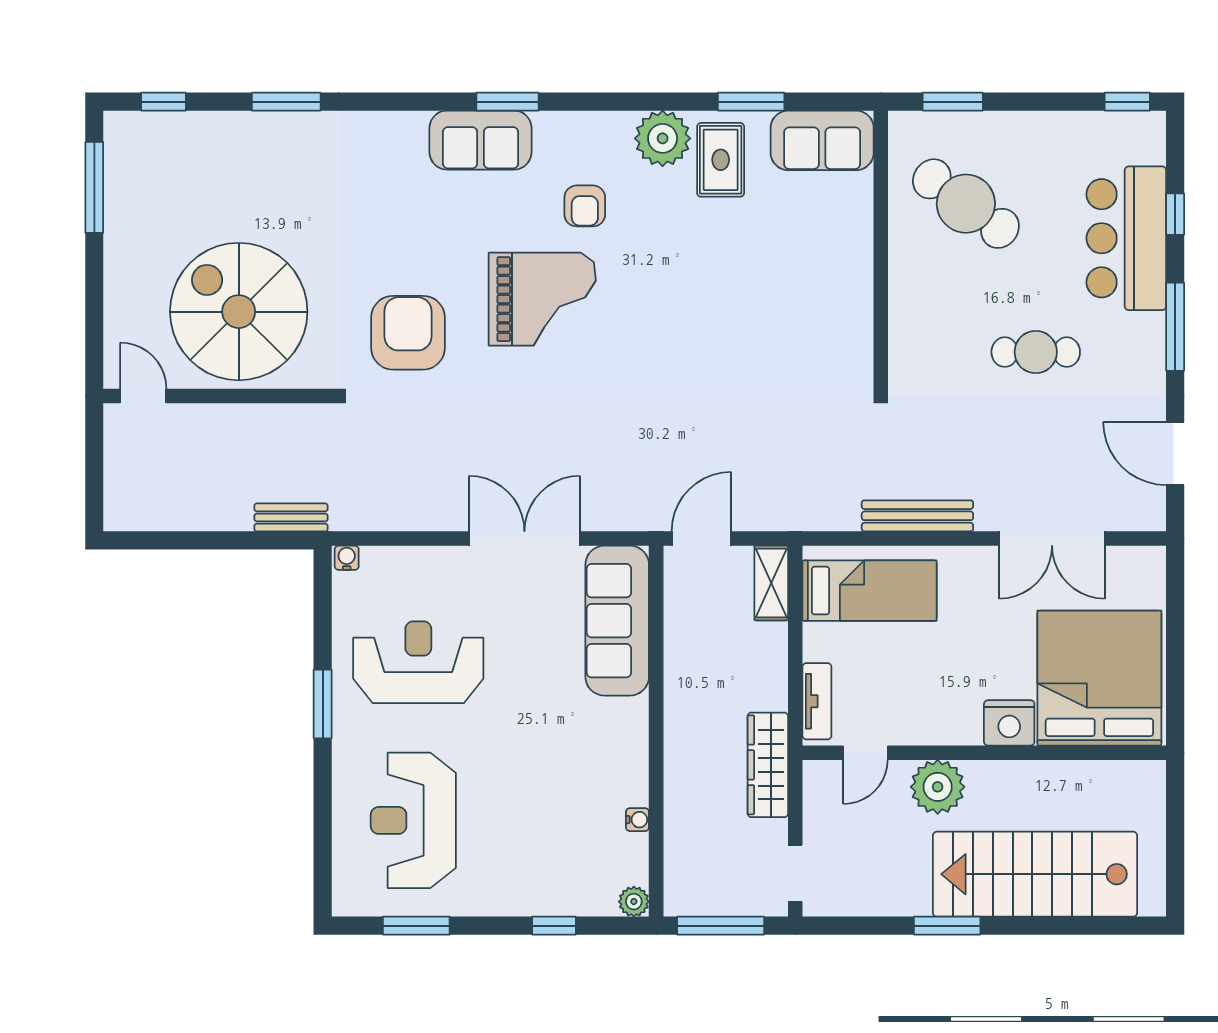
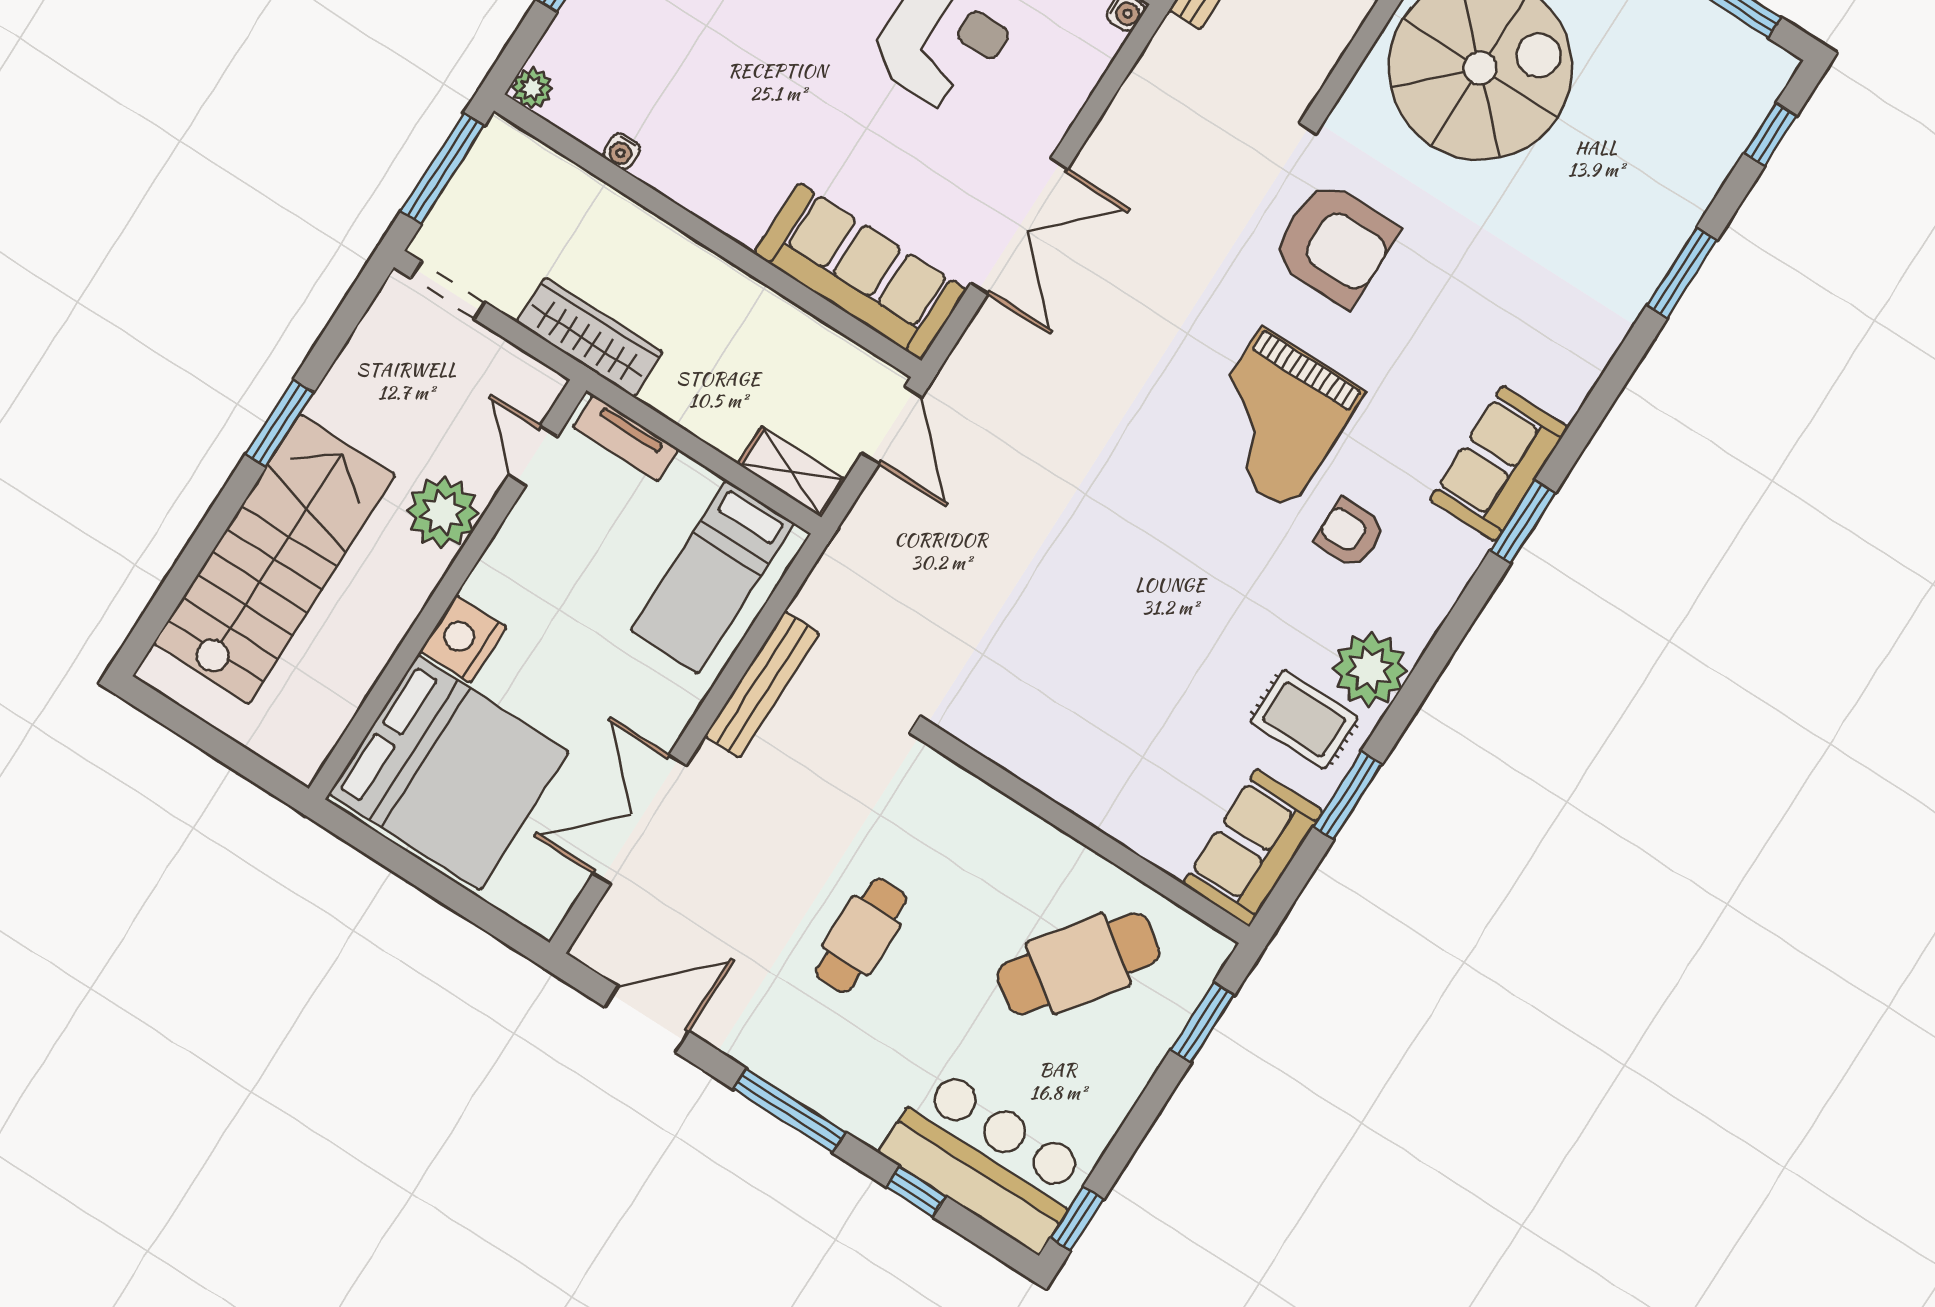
bar counter: (1126, 238) -> (987, 1159), moved

